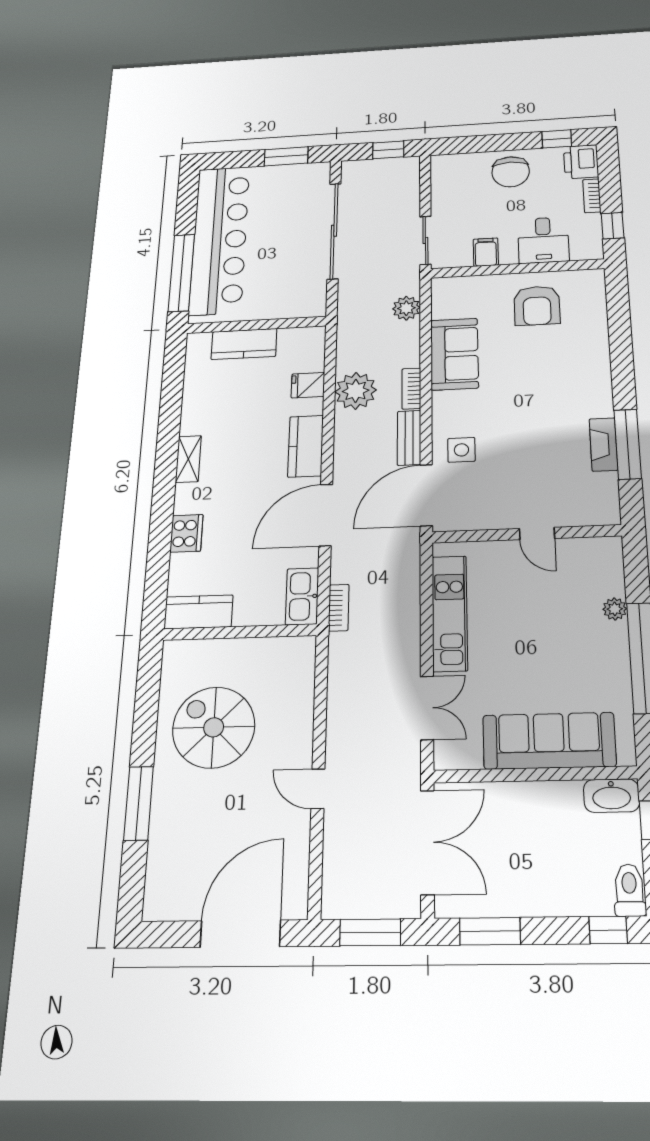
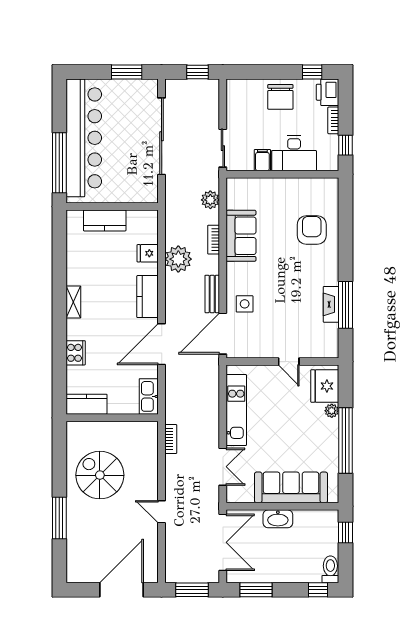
desk: (543, 240) -> (294, 153), width x1.37
armchair: (537, 306) -> (312, 230), moved, turned 180
bookcase: (411, 389) -> (214, 240), moved
fridge: (600, 570) -> (325, 386), added
bookcase: (339, 608) -> (171, 439), moved
washbasin: (611, 796) -> (278, 519), moved

